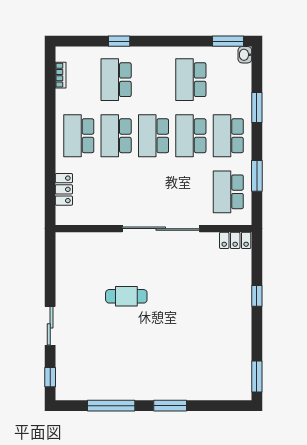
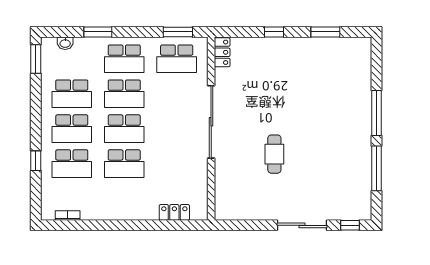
washbasin: (245, 55) -> (65, 43), moved
school desk: (79, 136) -> (72, 129), moved
window: (257, 176) -> (178, 32), moved
sliding door: (50, 326) -> (302, 225), width x1.37
window: (257, 377) -> (325, 32), moved
window: (170, 406) -> (377, 113), width x1.44

